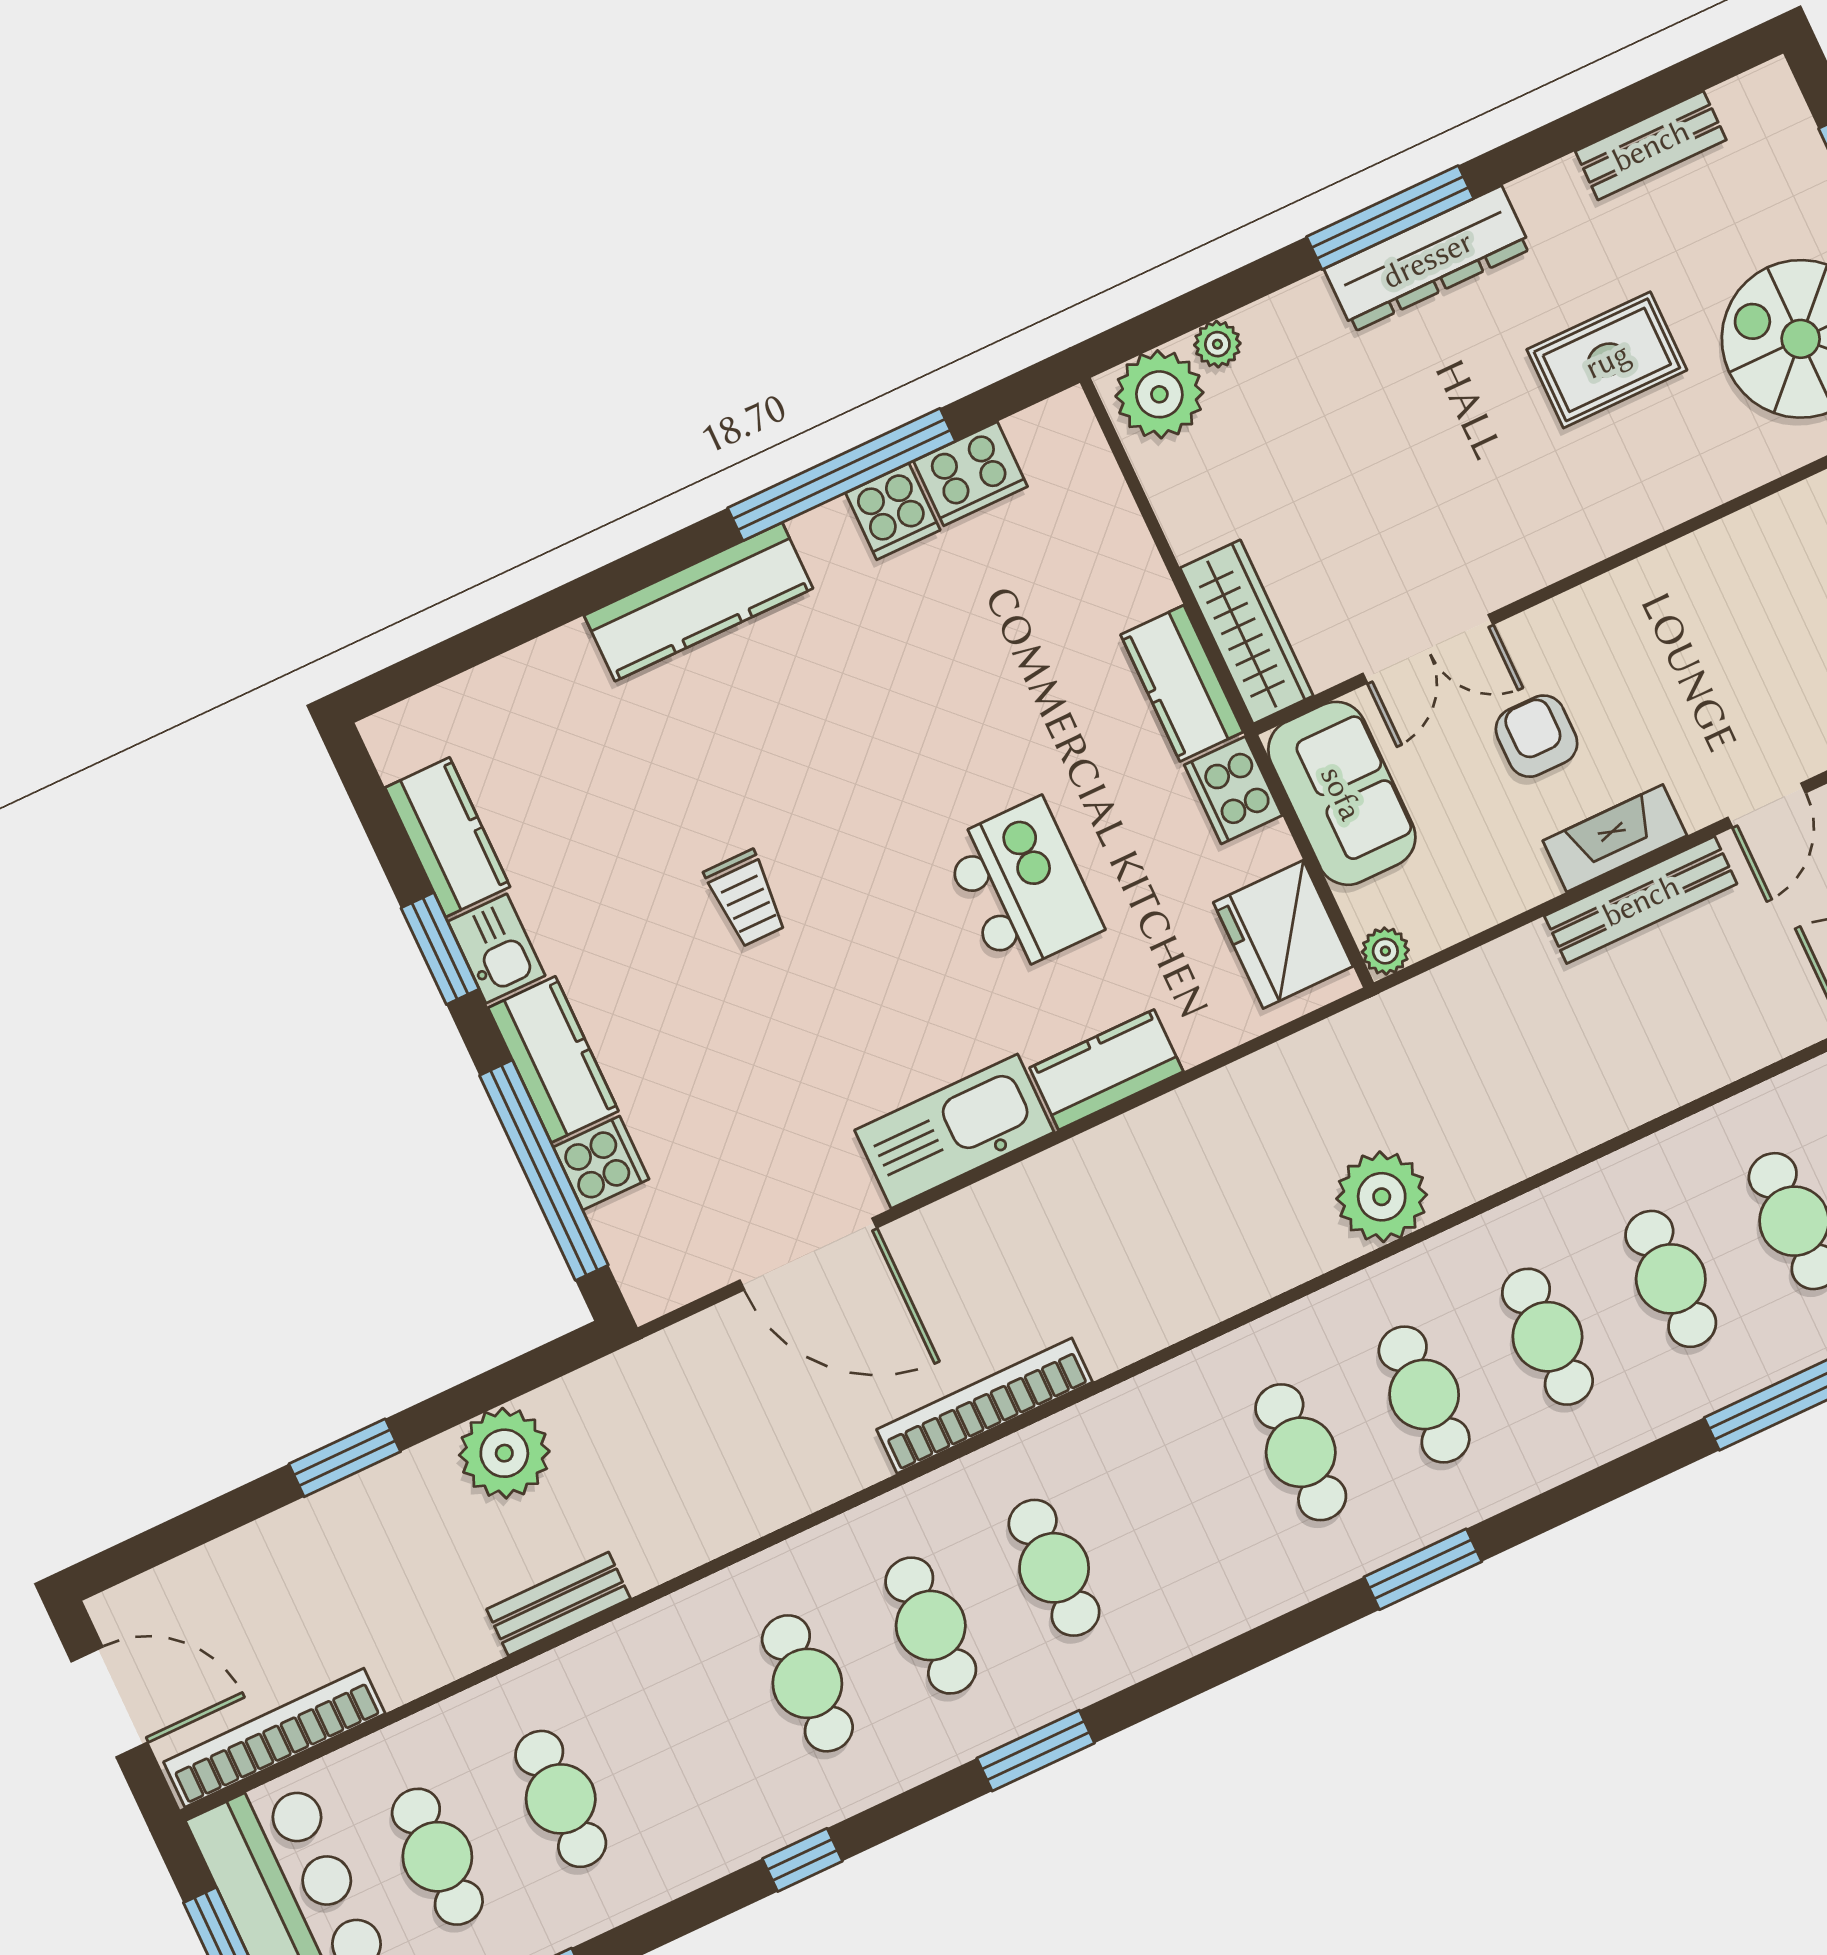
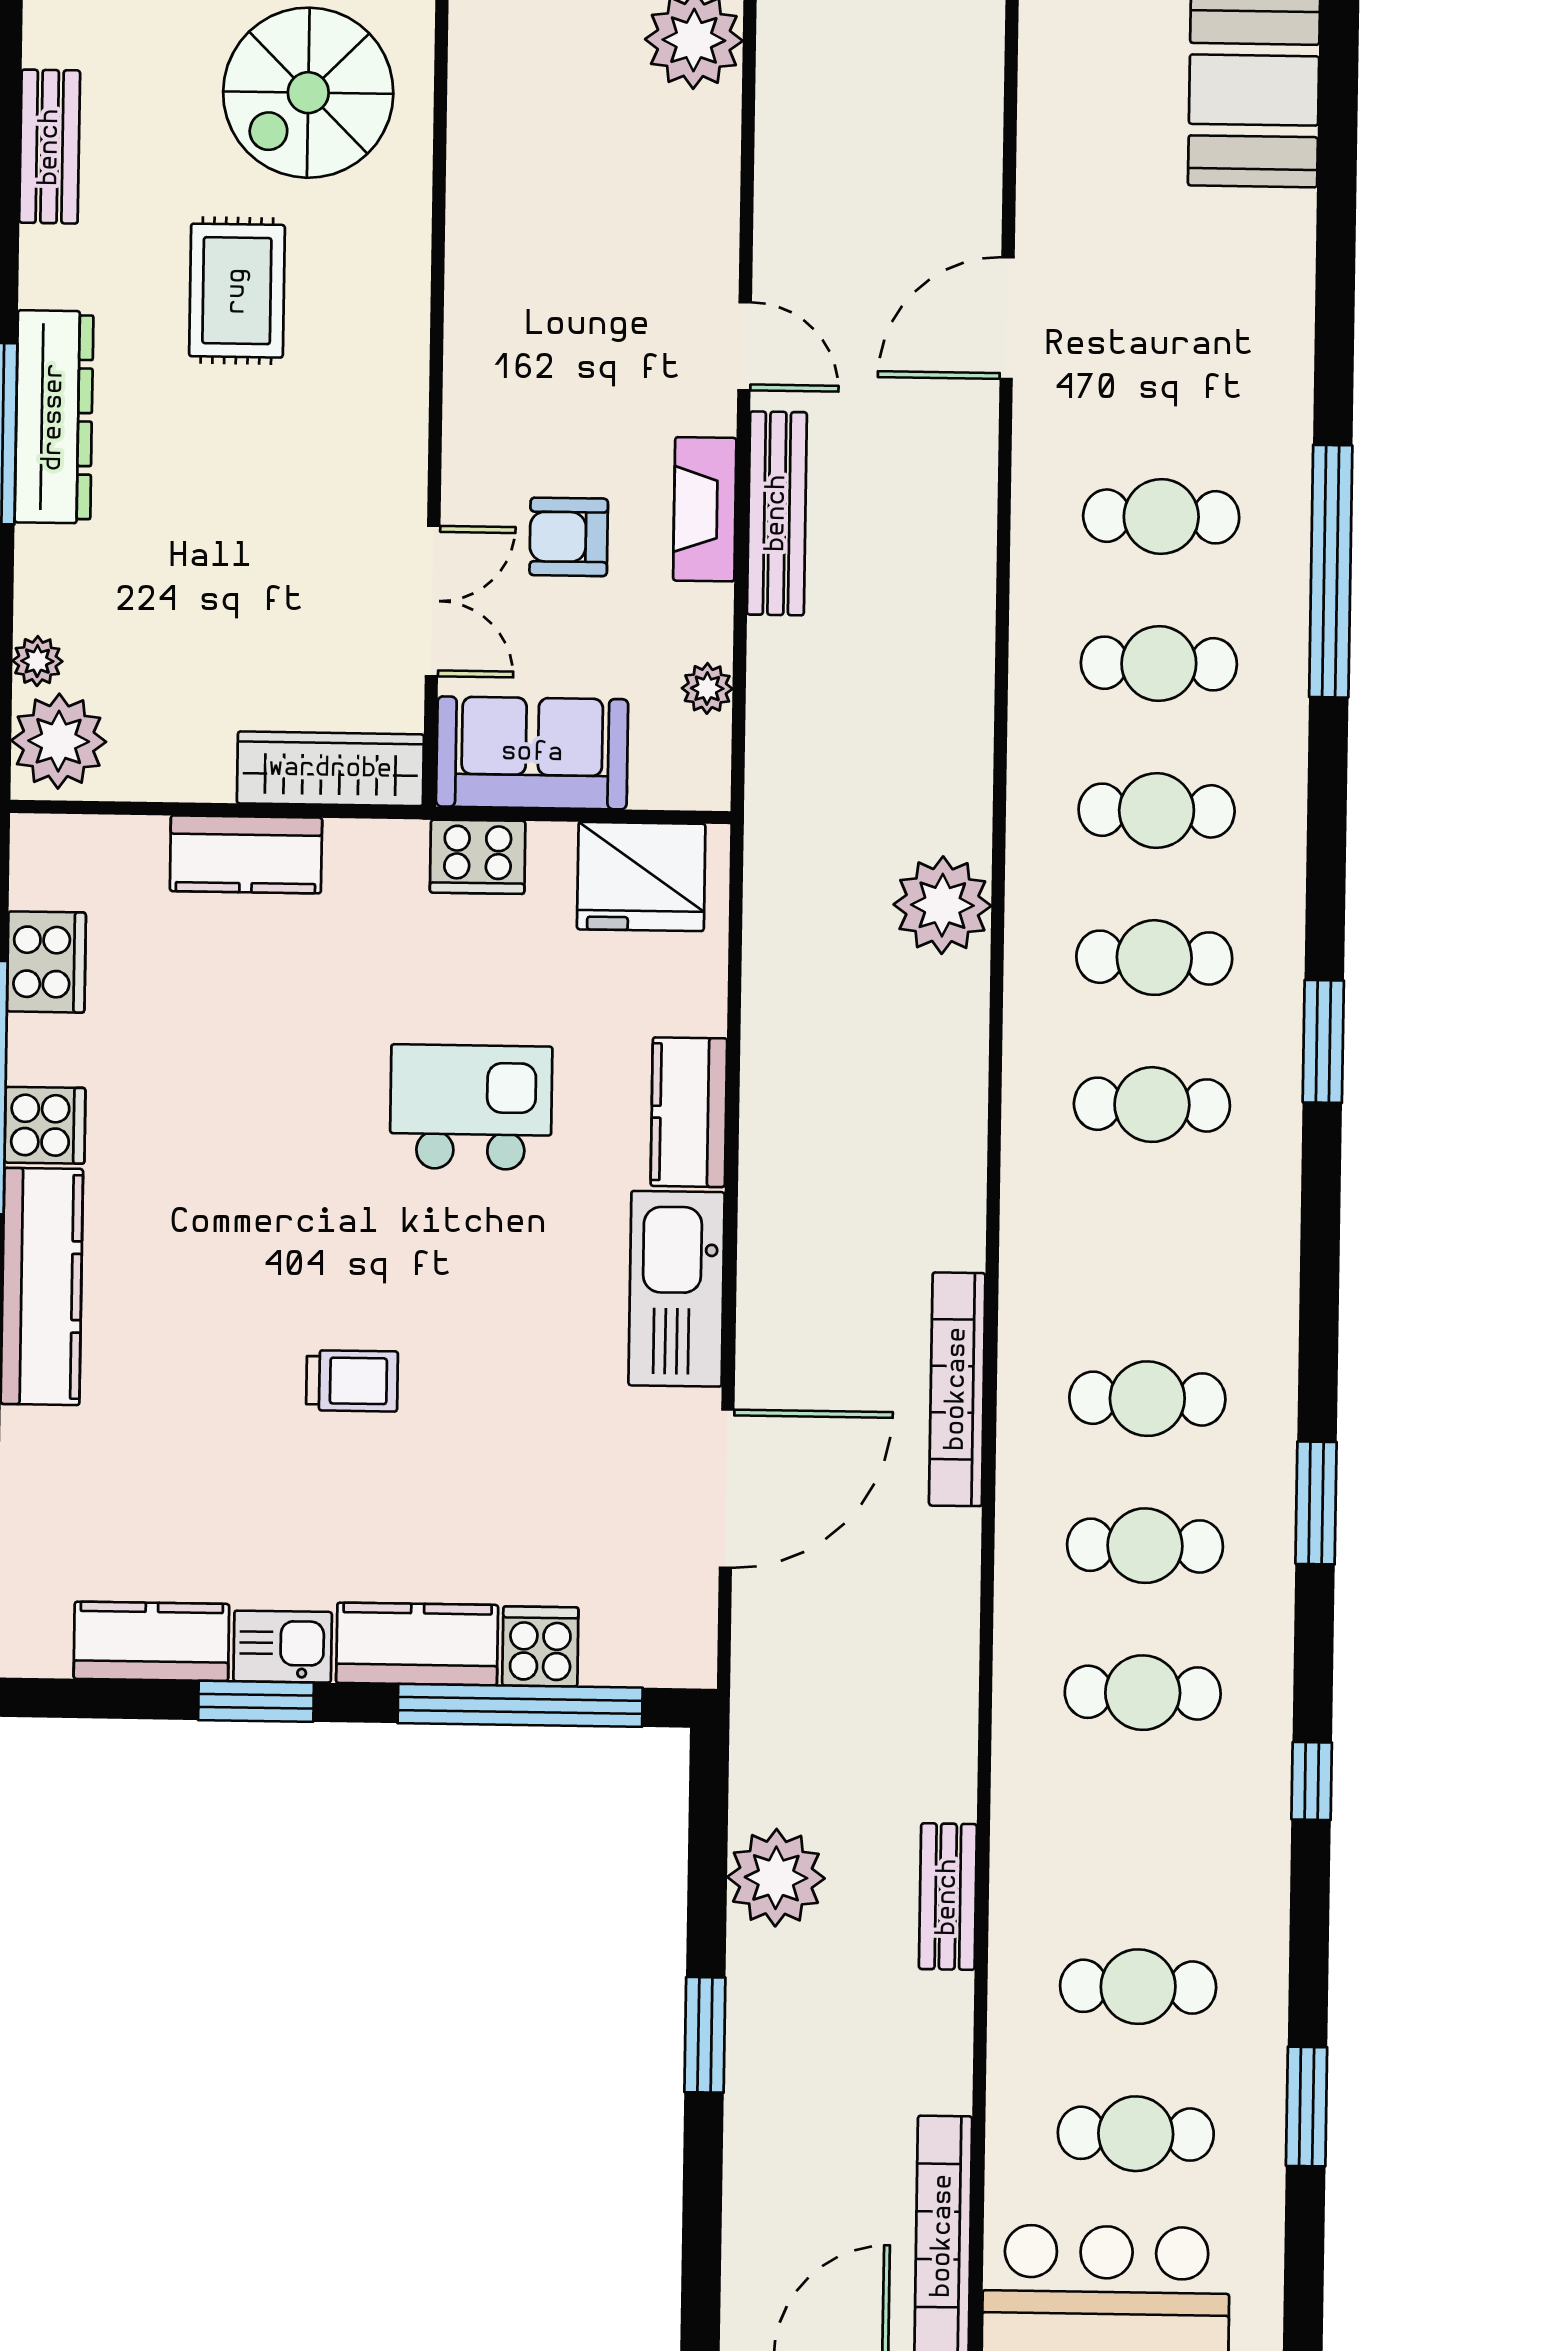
cooker: (893, 511) -> (45, 1125), moved
kitchen counter: (1182, 683) -> (246, 854), moved
plant: (1385, 951) -> (707, 688), moved

